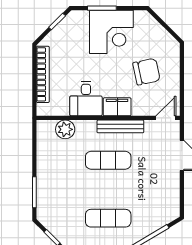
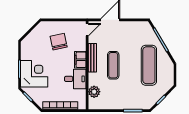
corner desk: (111, 32) -> (34, 74), moved
door: (166, 118) -> (87, 30), swing flipped
exercise mat: (108, 218) -> (149, 65), width x1.36, depth x1.45

